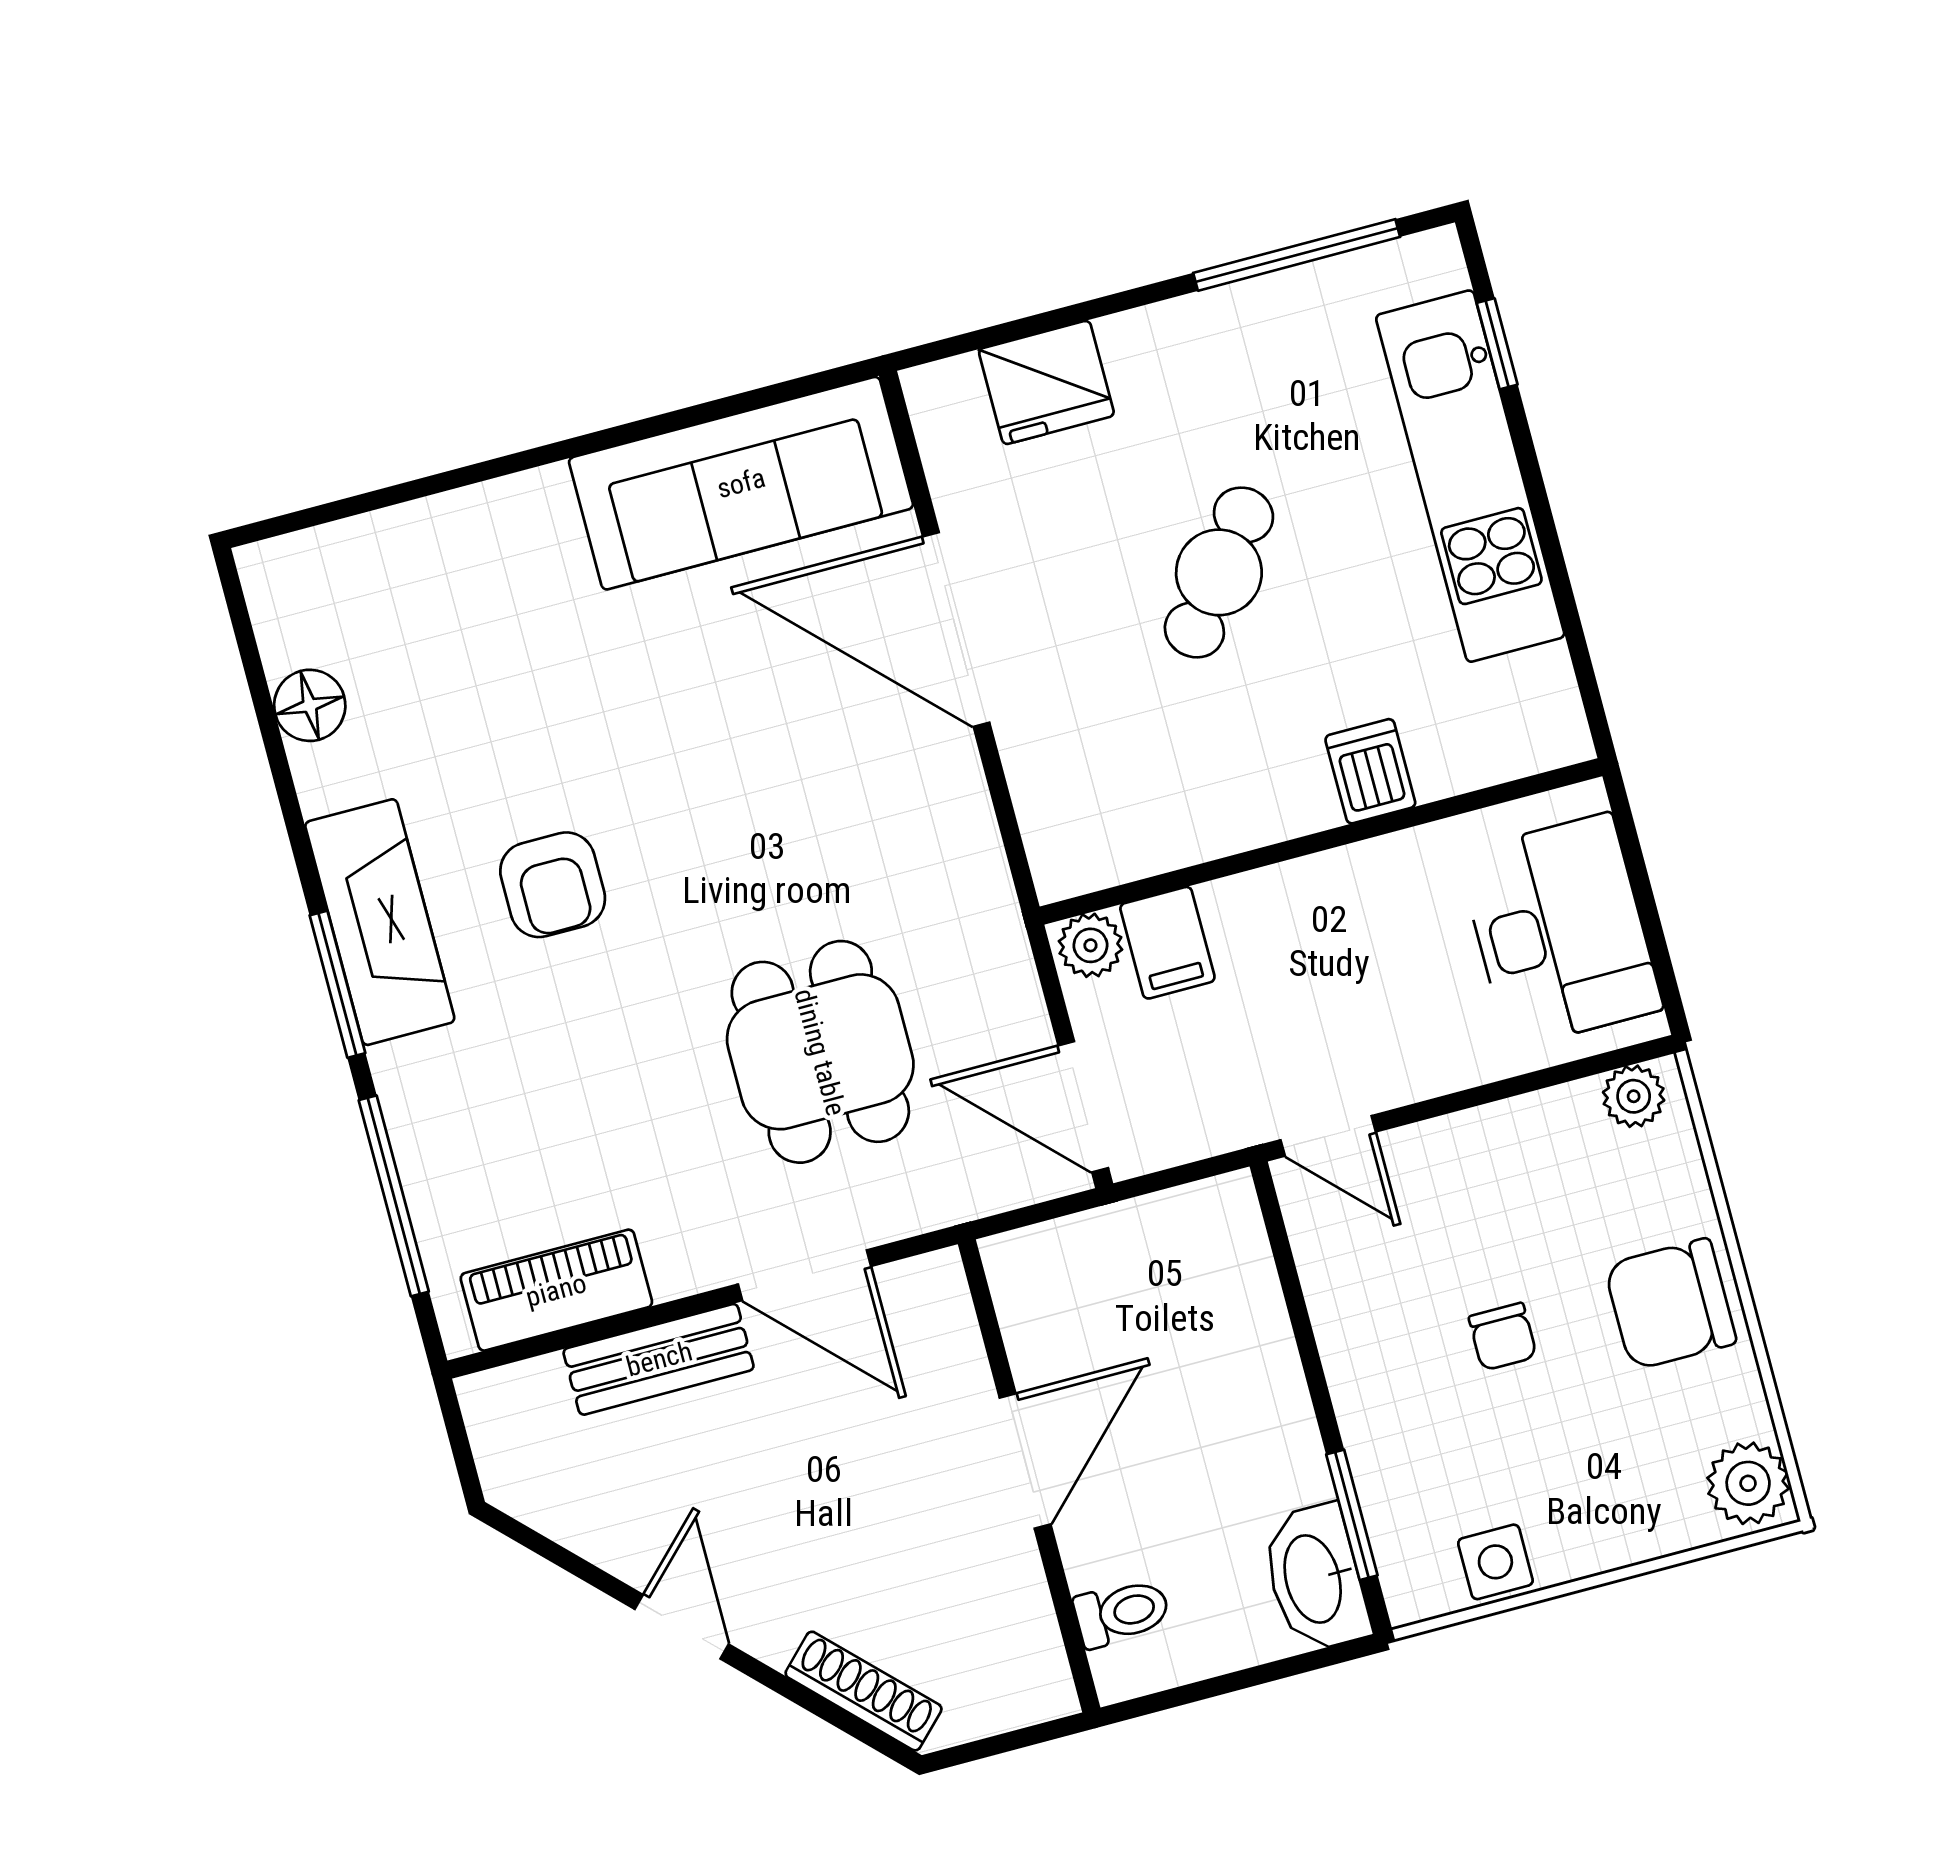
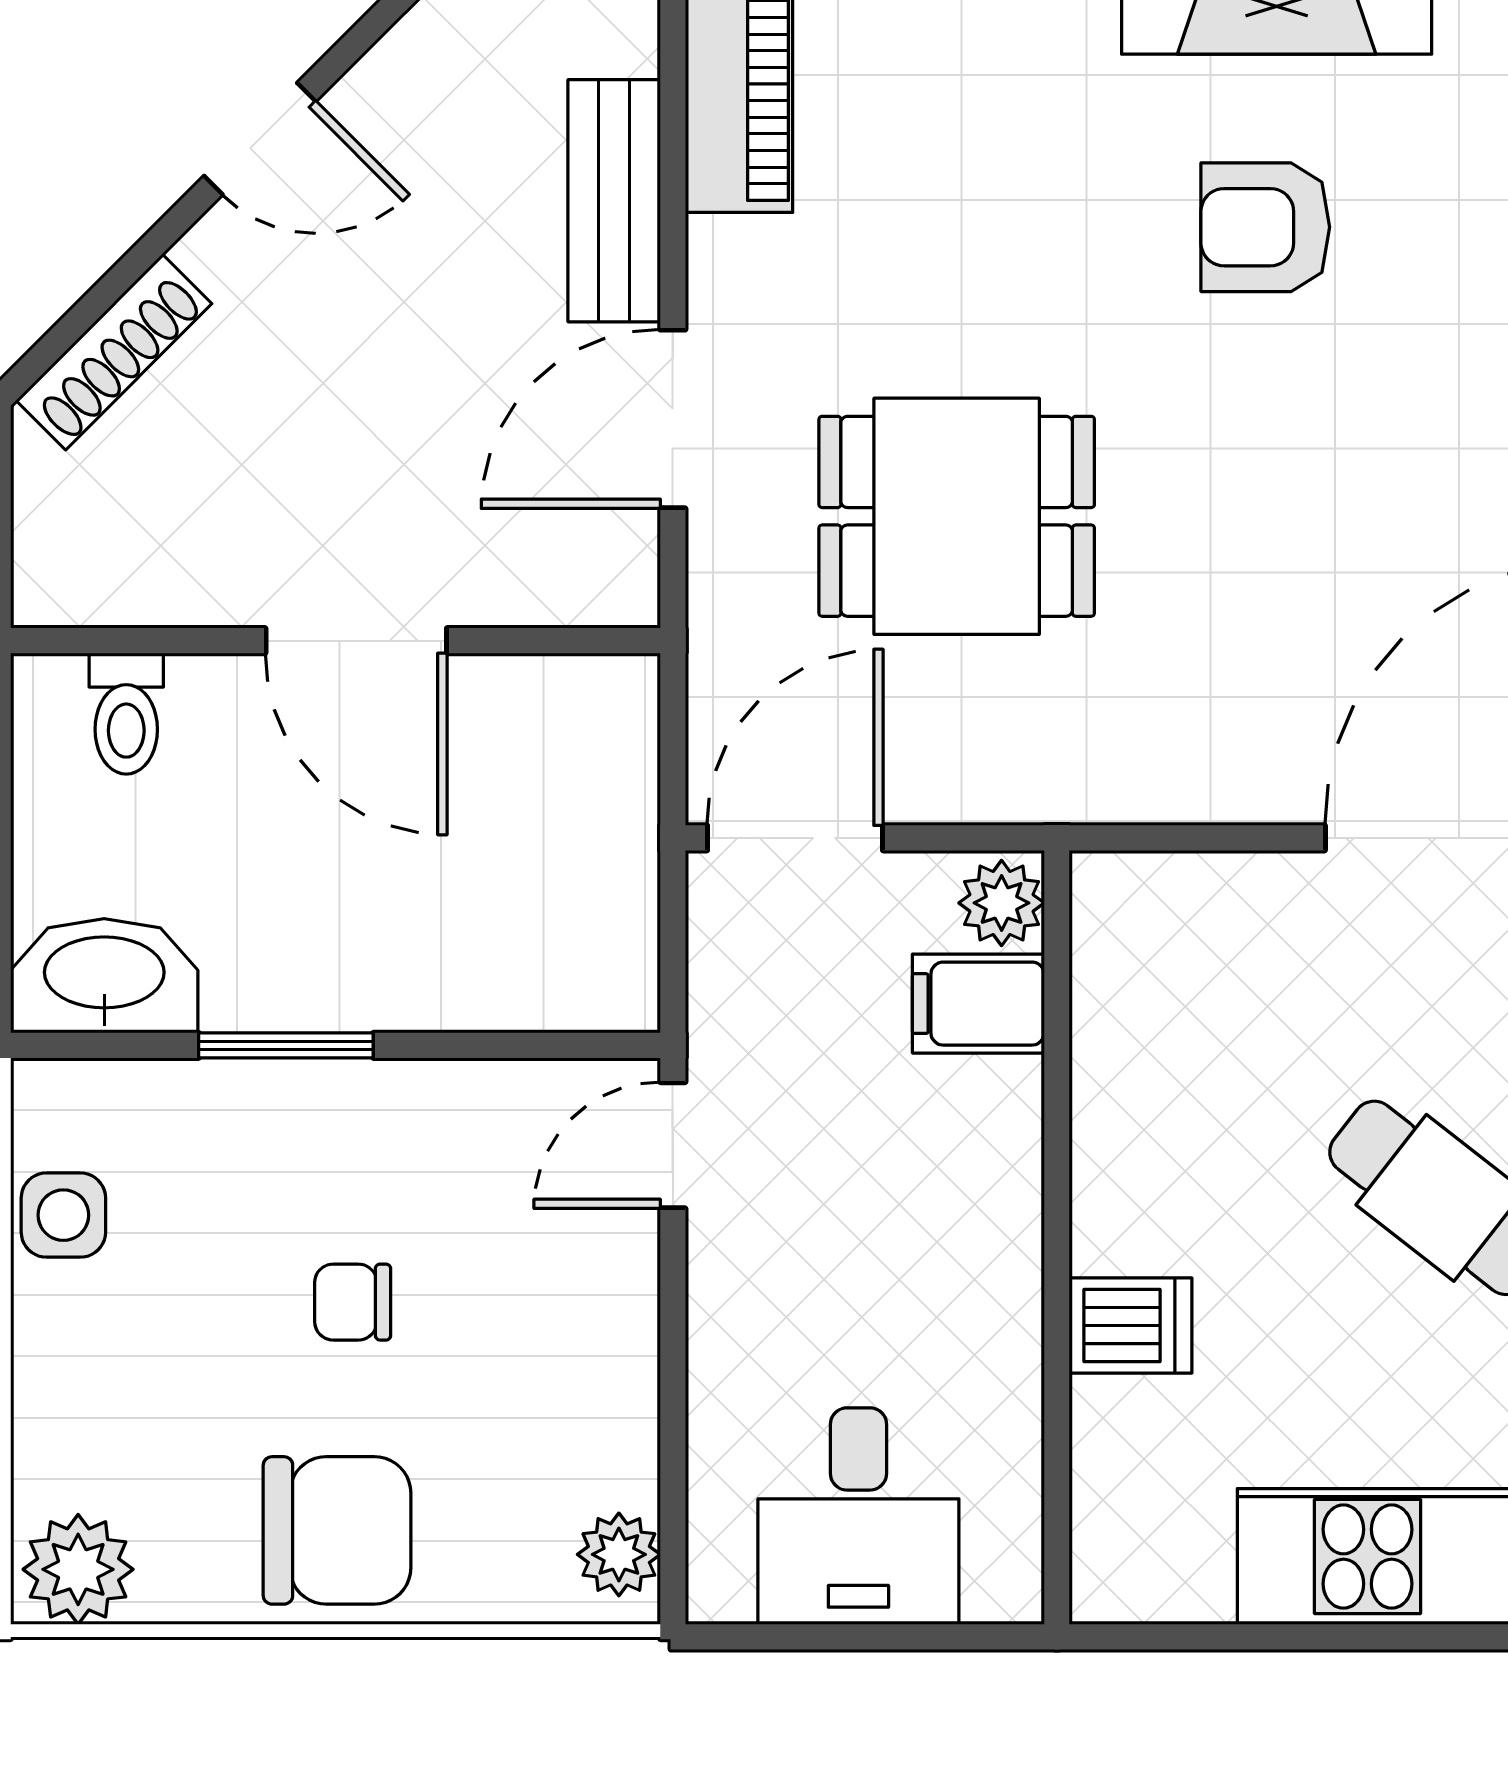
desk: (1560, 931) -> (858, 1516), width x0.73
chair: (1670, 1304) -> (337, 1530), turned 90
window: (1352, 1515) -> (286, 1045), moved

